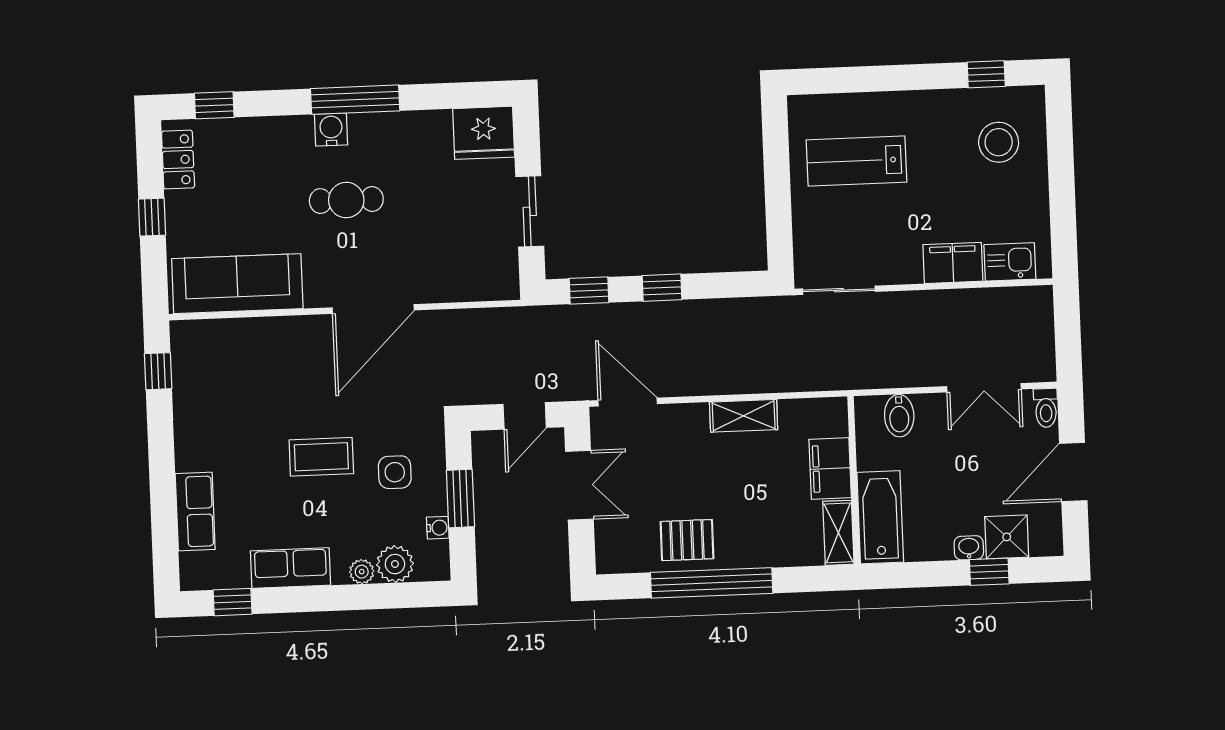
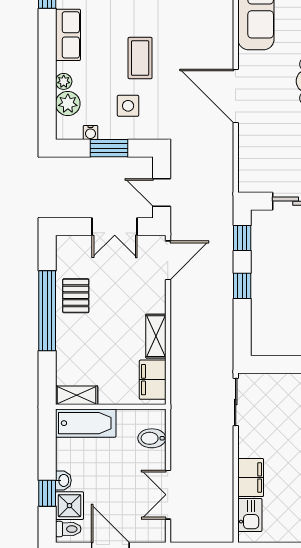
toilet: (1046, 408) -> (68, 529), moved, turned 180
filing cabinet: (830, 469) -> (153, 380), moved, turned -90

